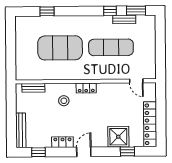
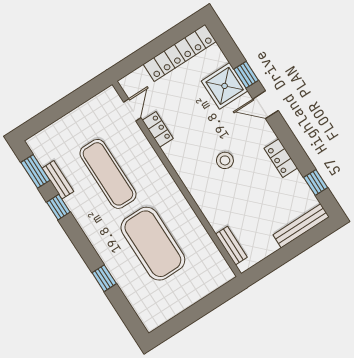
window: (47, 11) -> (104, 278), moved
locker: (86, 88) -> (158, 129), moved
stool: (64, 101) -> (225, 160), moved
window: (127, 151) -> (246, 75), moved
door: (84, 152) -> (266, 105), moved

